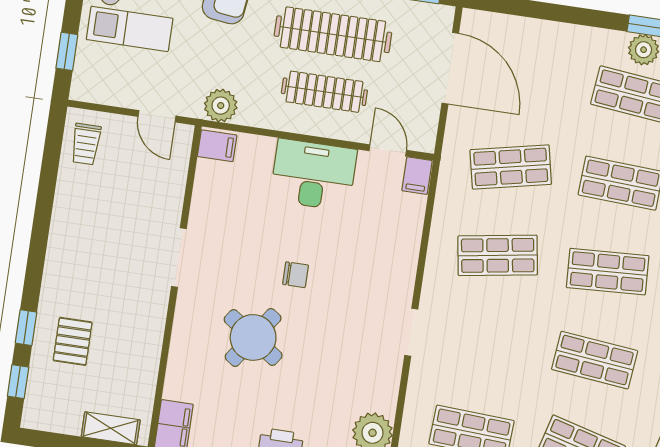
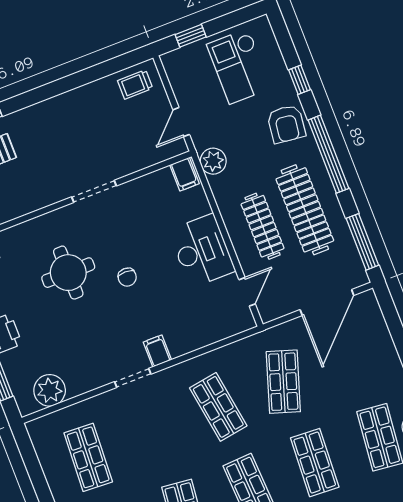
shop shelf: (511, 167) -> (283, 382), turned 30
filing cabinet: (417, 176) -> (157, 351), moved, turned 90
round table: (253, 337) -> (68, 273), turned -35

